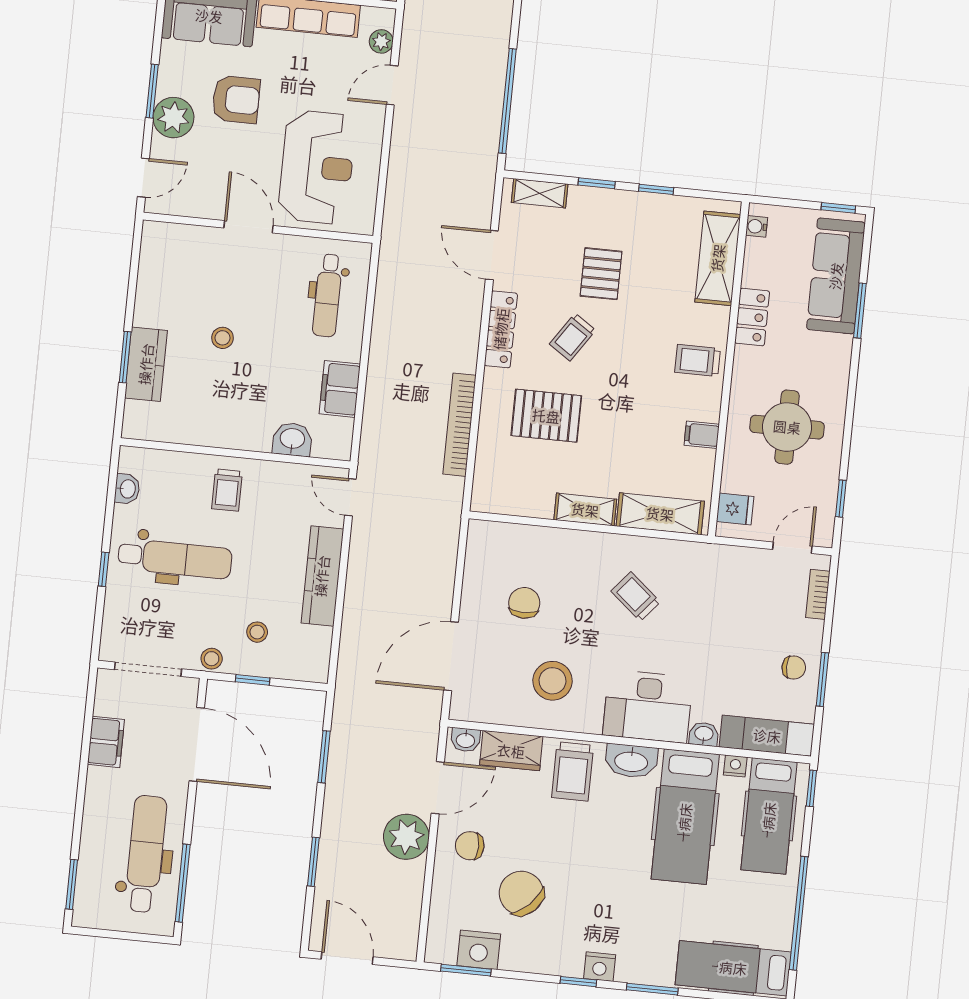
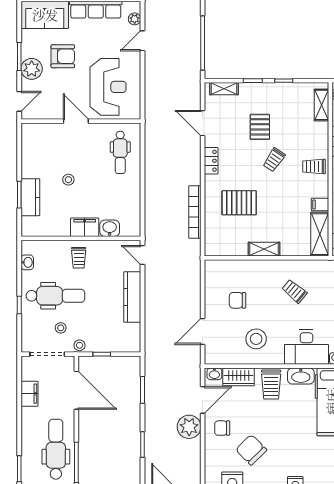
shelving: (718, 258) -> (321, 105), width x0.67, depth x0.75
locker: (501, 329) -> (211, 161), width x0.66
trolley: (573, 337) -> (274, 160), moved
filing cabinet: (340, 389) -> (85, 227), moved, turned 90
shelving: (660, 514) -> (320, 234), moved, turned 90
chair: (524, 603) -> (238, 300), turned -90
stool: (257, 632) -> (61, 328), moved
door: (451, 656) -> (203, 332), width x0.73

